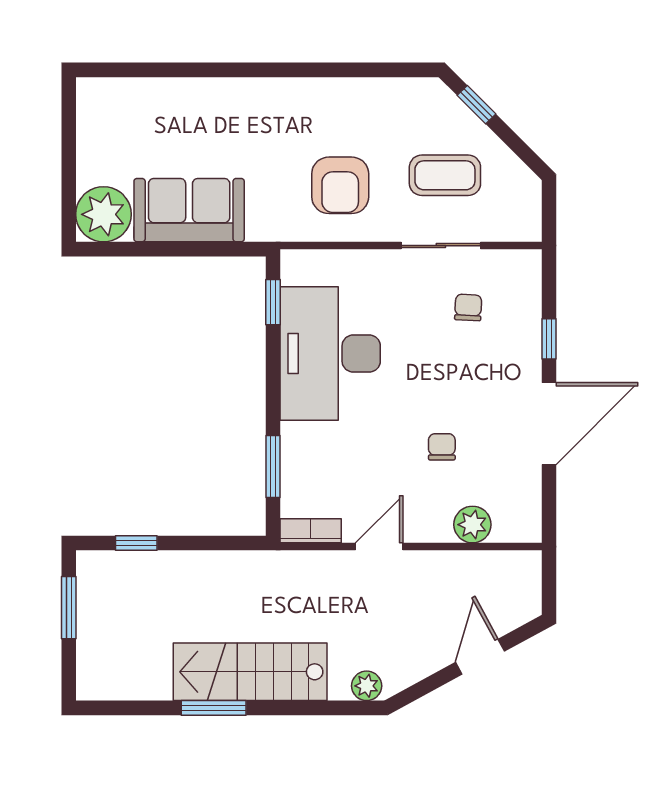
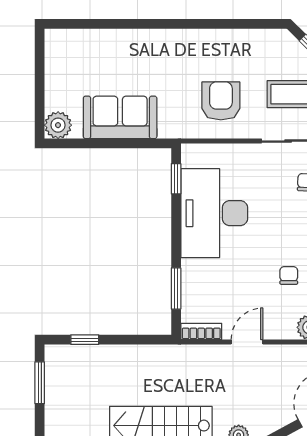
armchair: (340, 185) -> (221, 101), turned 180
plant: (104, 214) -> (58, 125), width x0.73, depth x0.73

